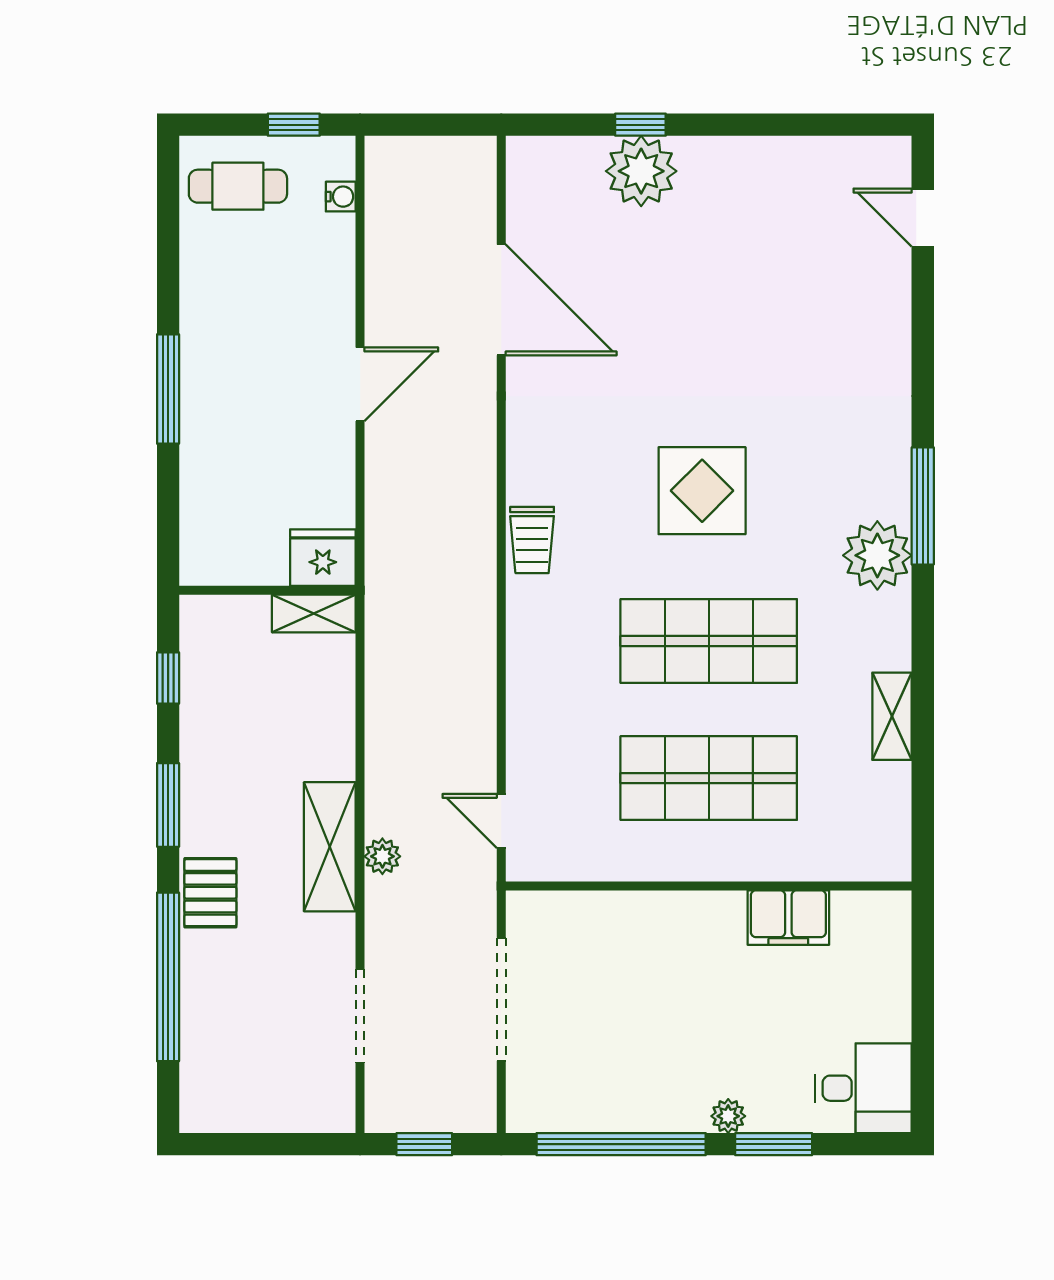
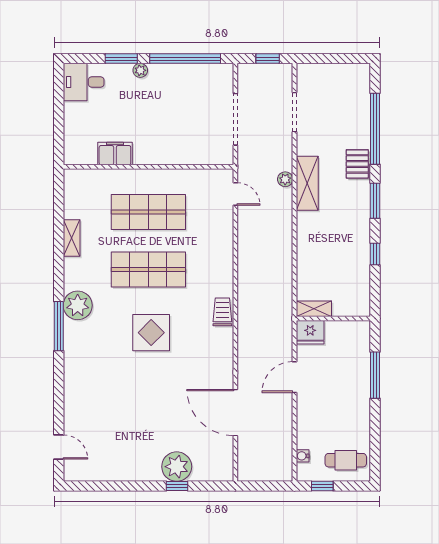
fridge: (323, 558) -> (310, 332), moved
wall: (267, 590) -> (333, 319), moved
shelving: (314, 613) -> (314, 309), moved

